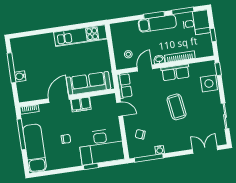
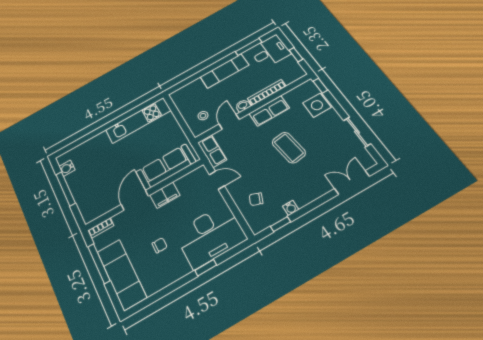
window: (154, 15) -> (217, 65), removed
water cooler: (20, 76) -> (67, 168), moved
window: (149, 158) -> (280, 224), width x0.46

